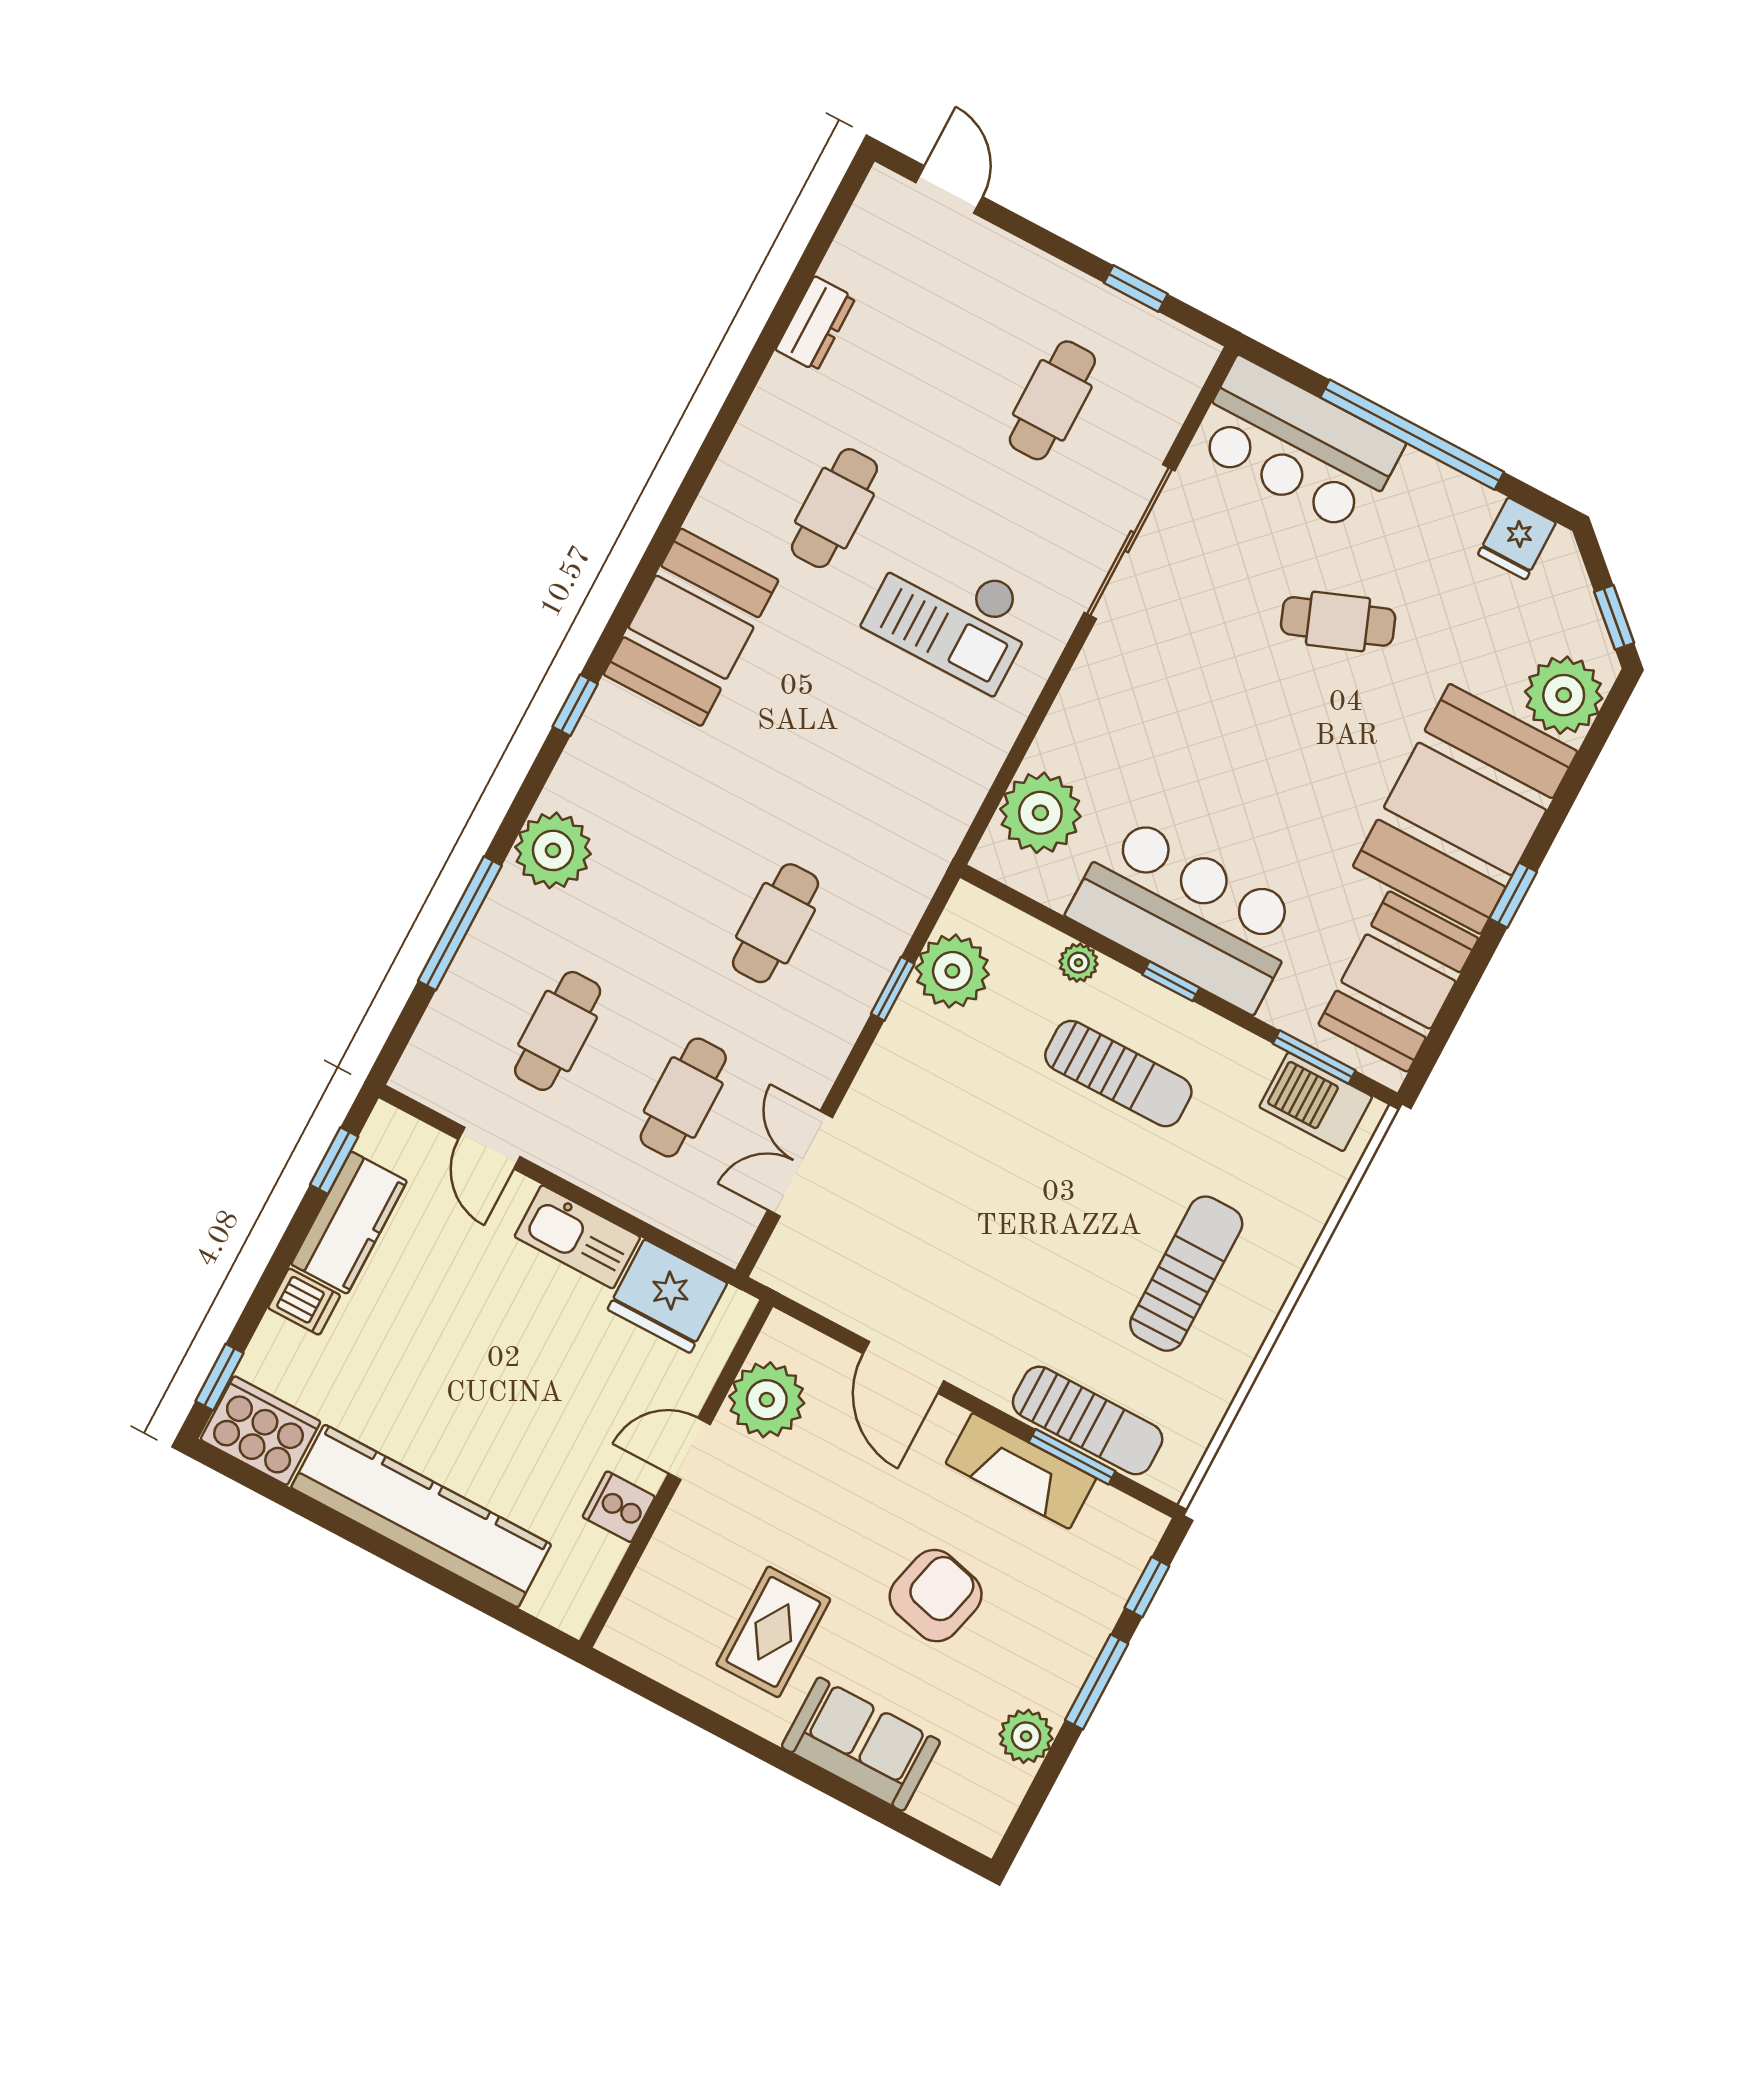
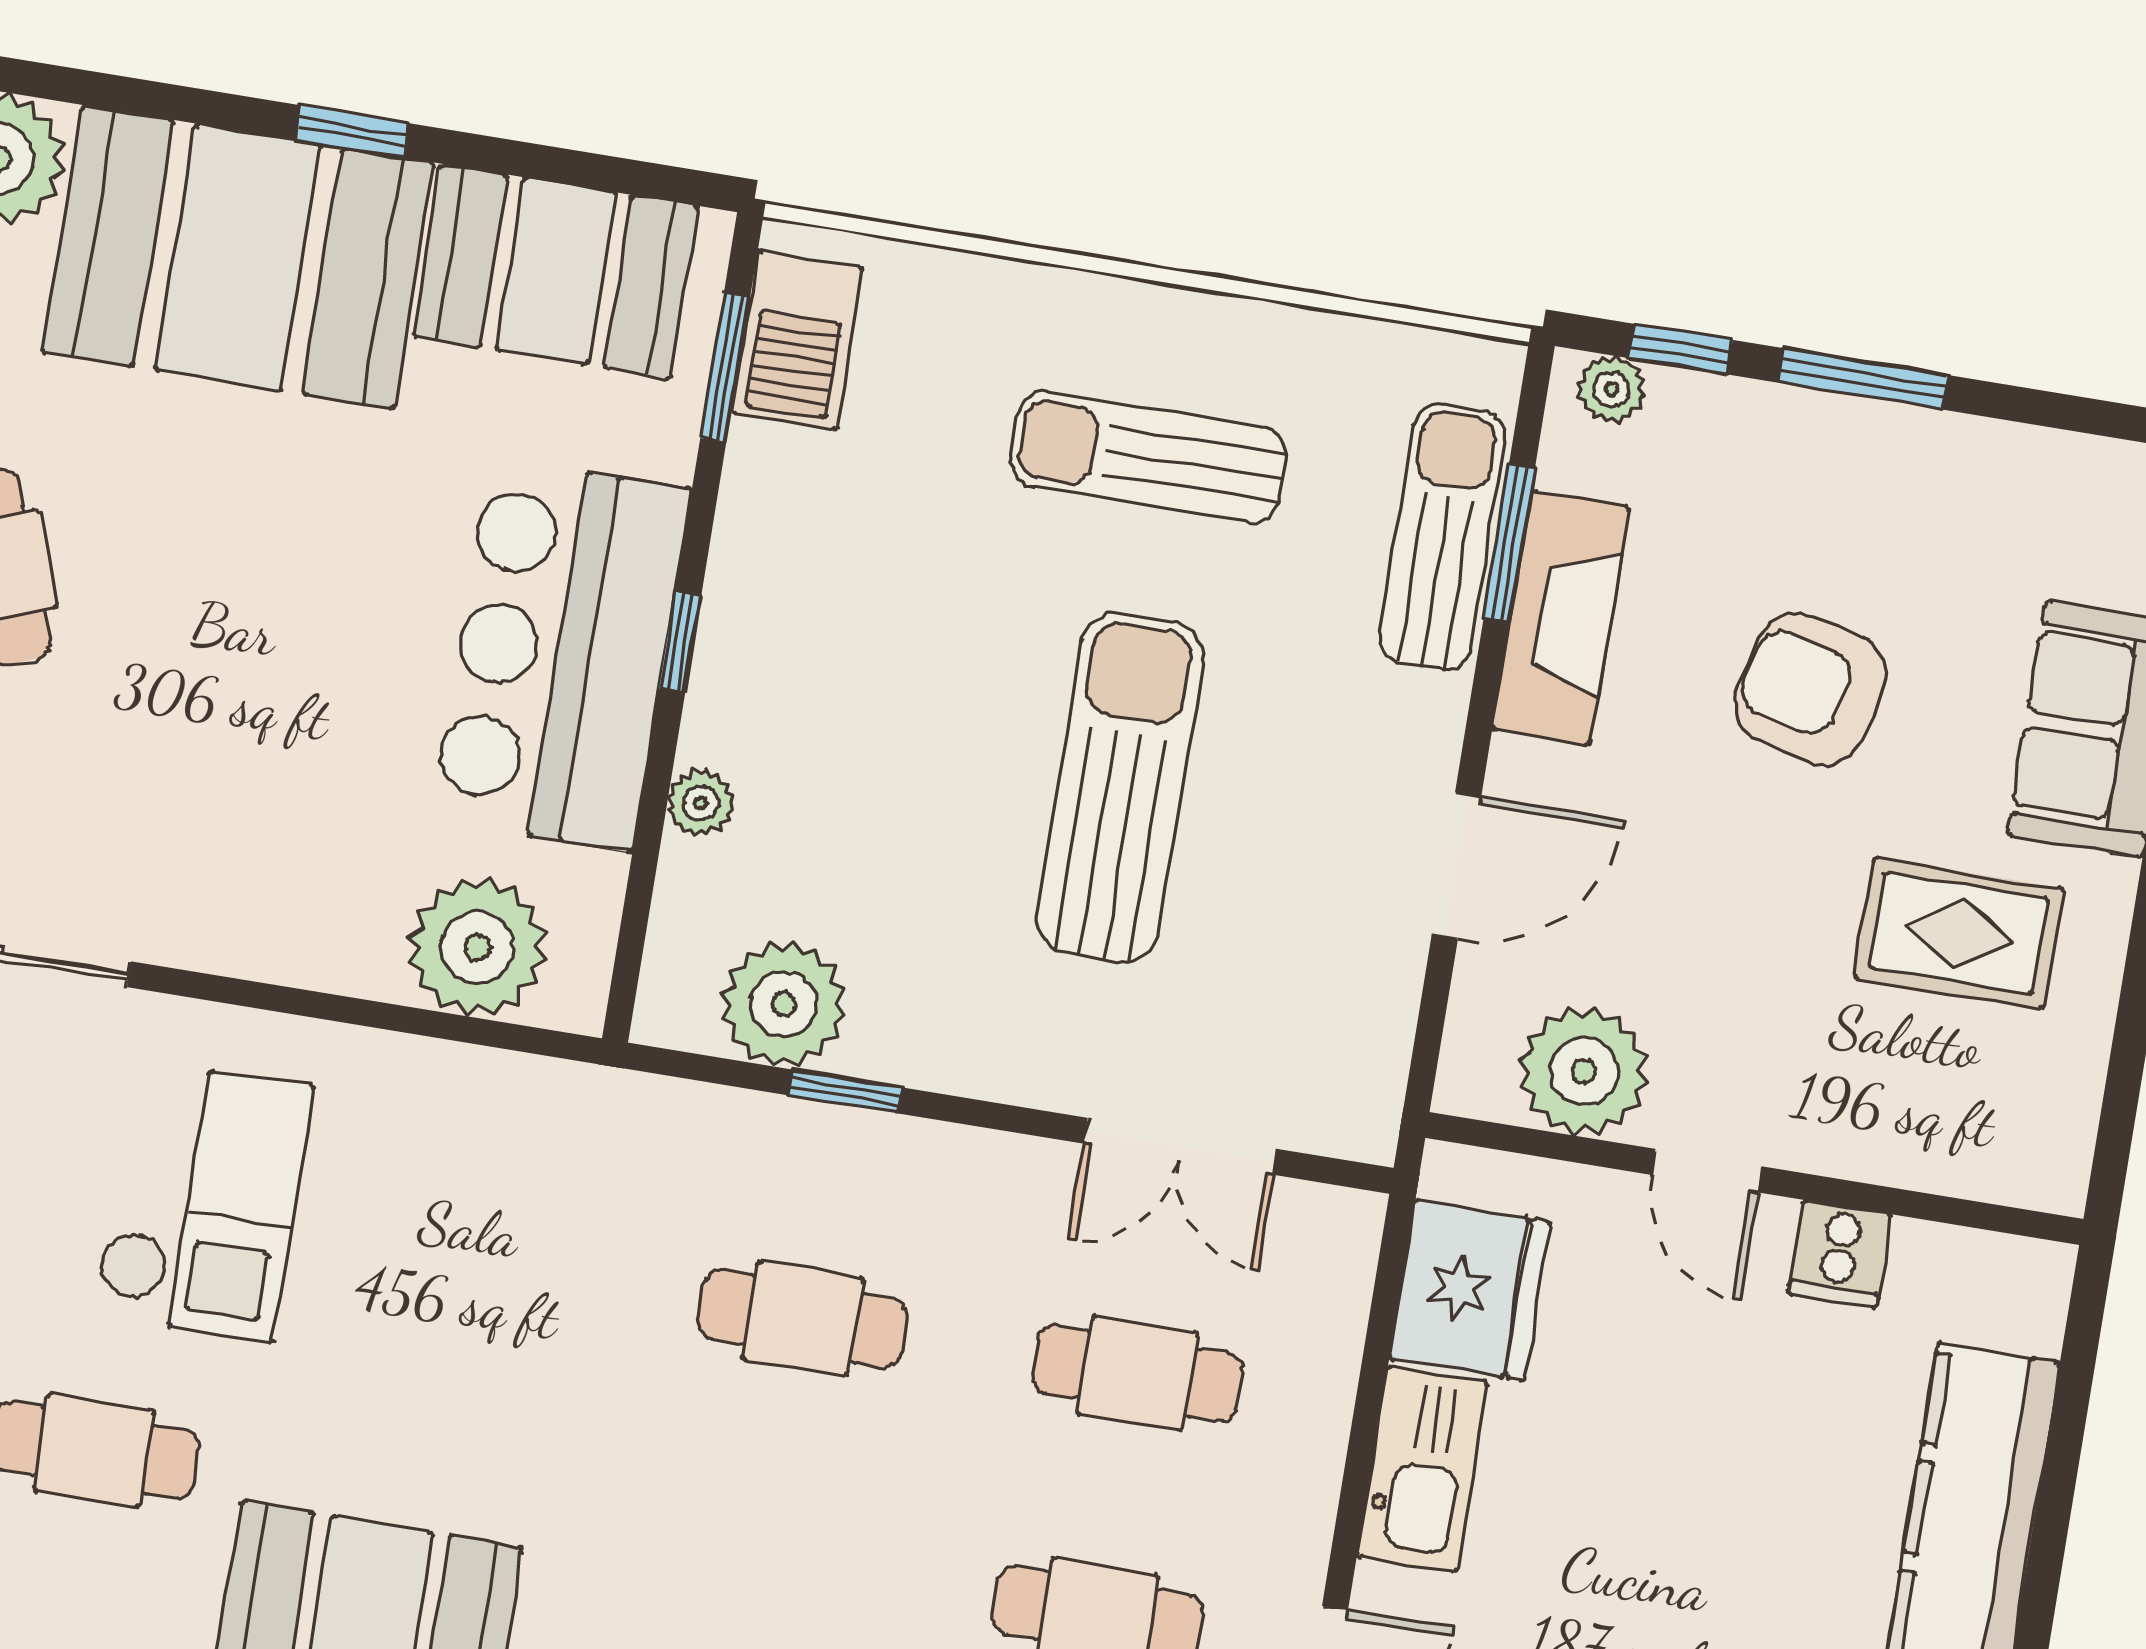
sun lounger: (1118, 1074) -> (1120, 787), moved, width x1.36, depth x1.34
plant: (1026, 1736) -> (1611, 389), moved, width x0.73, depth x0.73

